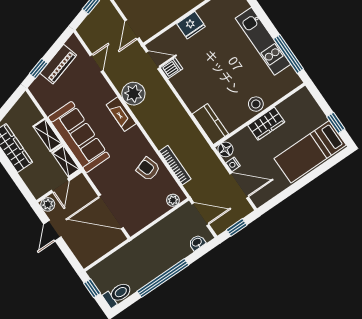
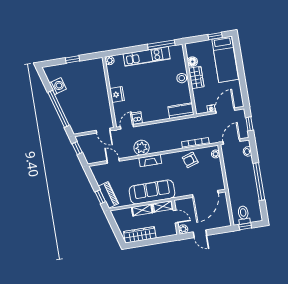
piano: (58, 64) -> (108, 195), moved
floor lamp: (225, 149) -> (192, 62), moved
toilet: (118, 294) -> (244, 215), moved

